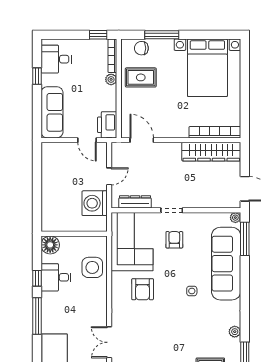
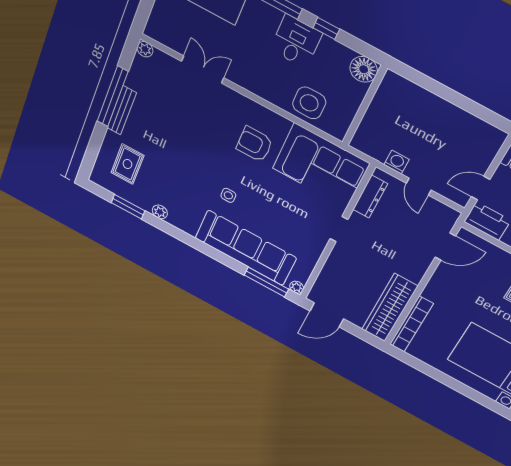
washing machine: (95, 203) -> (397, 162), width x0.53, depth x0.53
armchair: (174, 240) -> (301, 212), removed
desk: (56, 277) -> (296, 41), moved

